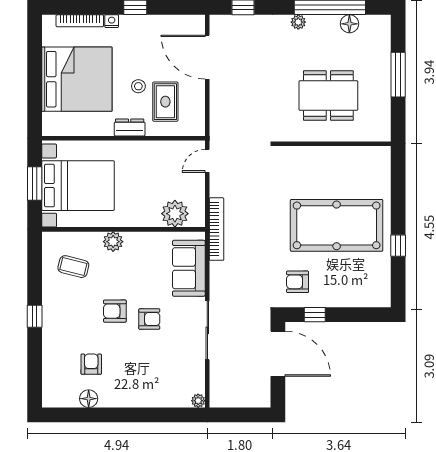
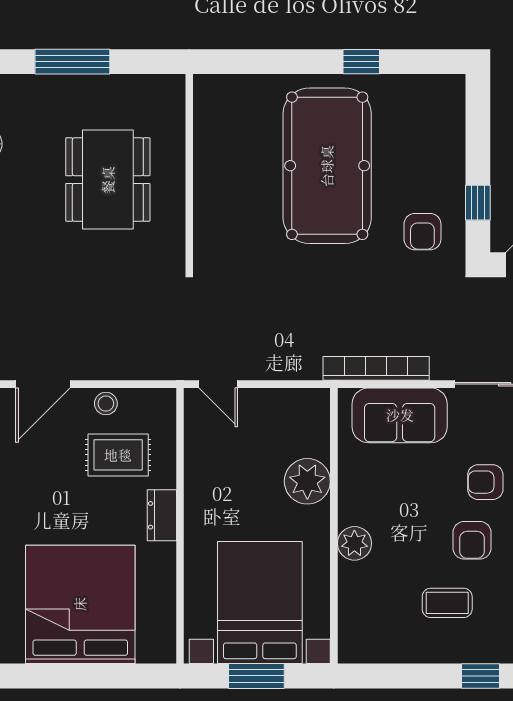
door: (207, 57) -> (43, 384), width x0.73
stool: (138, 86) -> (106, 404), moved
plant: (175, 214) -> (307, 481), moved
bookcase: (217, 229) -> (376, 368), moved
coffee table: (73, 267) -> (447, 603), moved, turned 76
armchair: (149, 319) -> (485, 482), turned -90

